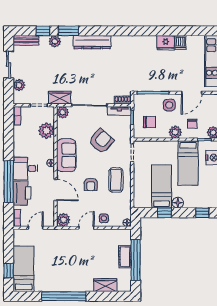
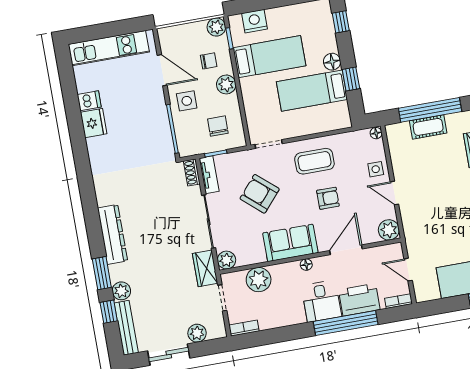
bench: (26, 40) -> (126, 328), width x1.36

